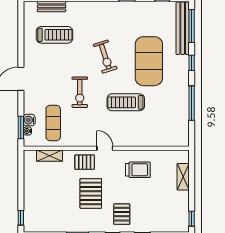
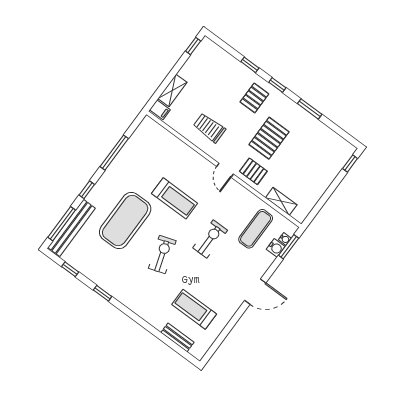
filing cabinet: (182, 157) -> (160, 110), added

